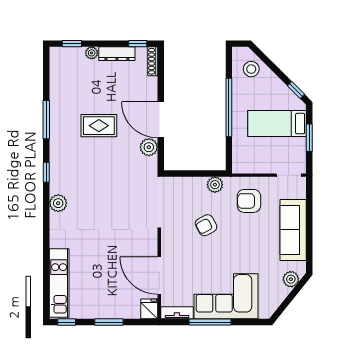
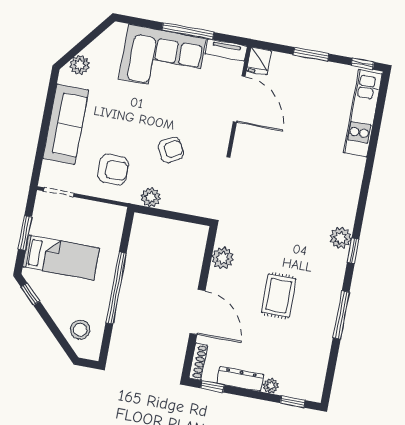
door: (161, 120) -> (197, 312), moved
rug: (99, 126) -> (279, 296), turned 90
plant: (58, 203) -> (341, 238), moved

